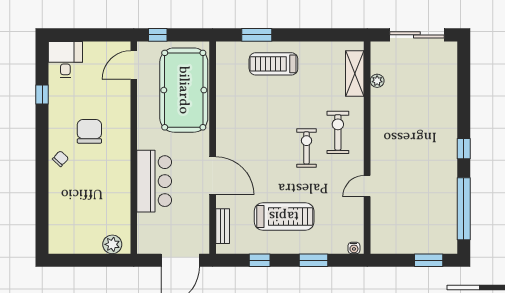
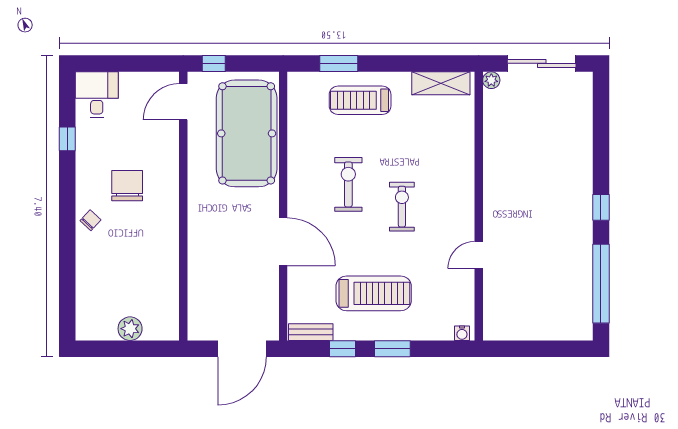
shelving: (355, 73) -> (441, 83), moved, turned 90
plant: (377, 81) -> (491, 80), moved
exercise bike: (338, 132) -> (348, 184), moved
bar counter: (154, 181) -> (209, 249), removed
bench: (223, 226) -> (311, 332), moved, turned 90
plant: (112, 244) -> (130, 329), moved
window: (313, 260) -> (392, 349), moved
window: (429, 260) -> (557, 349), removed

